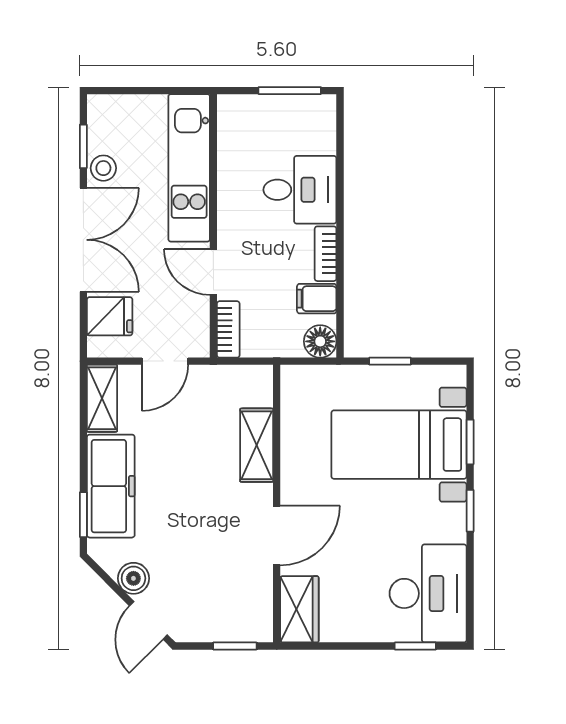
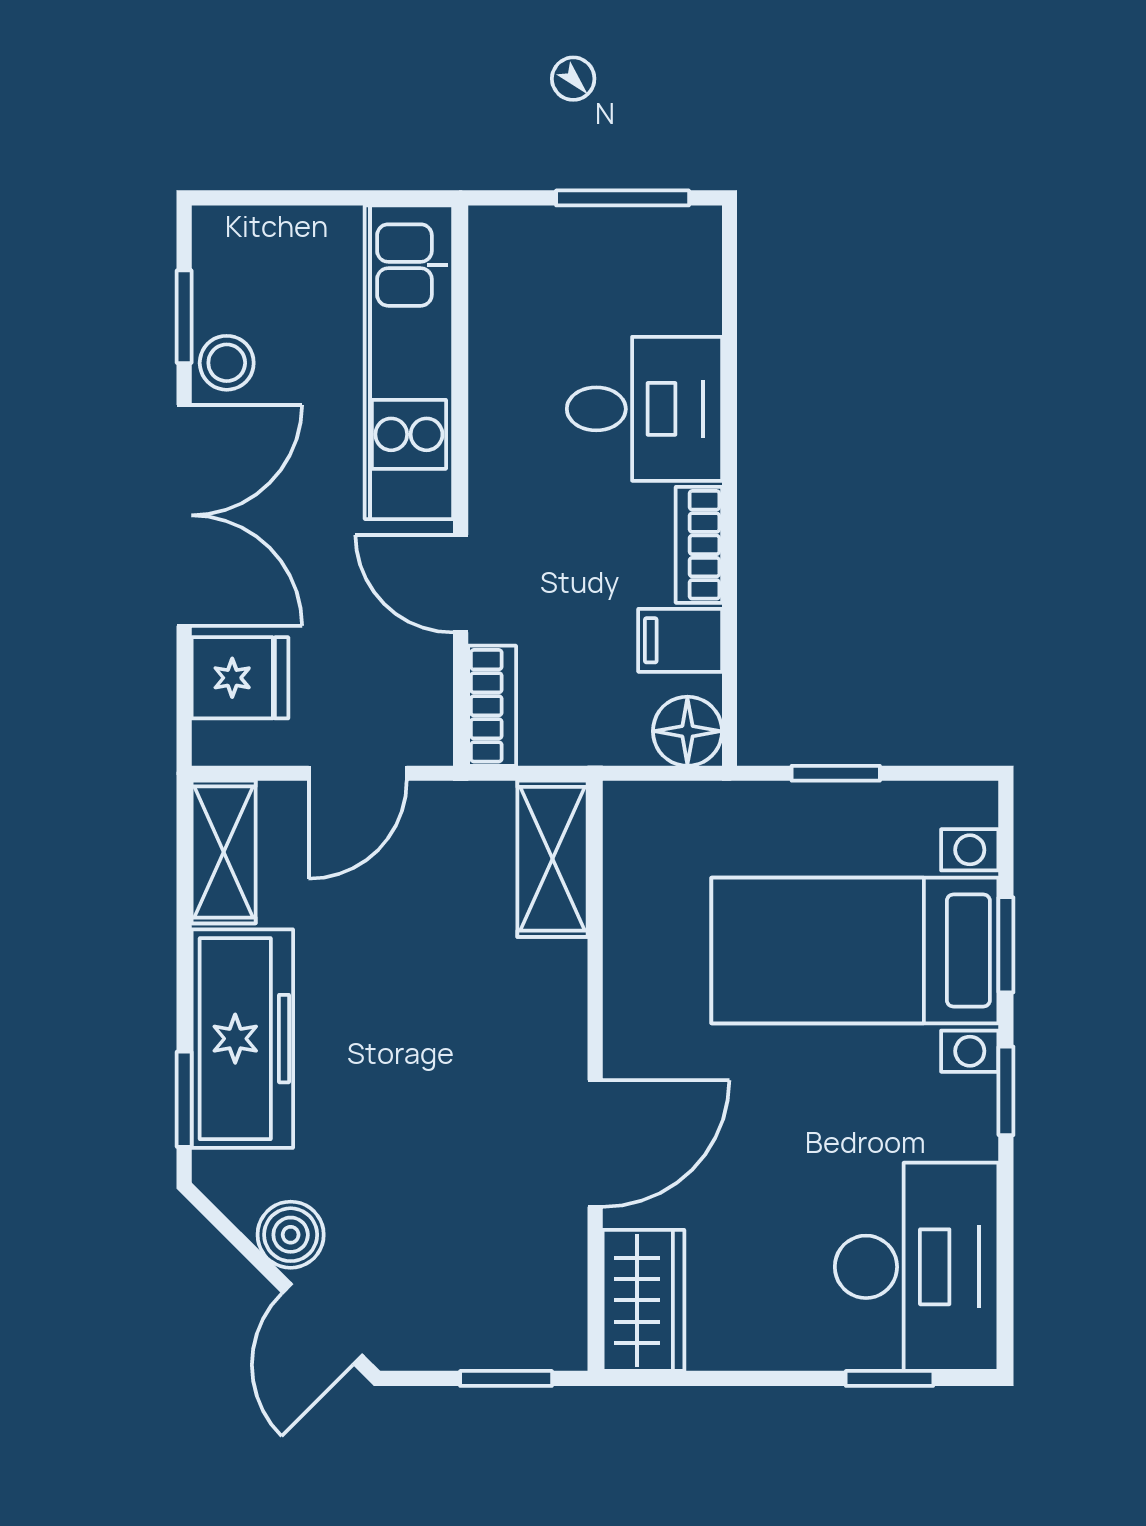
shelving: (257, 445) -> (552, 859), moved

